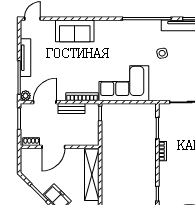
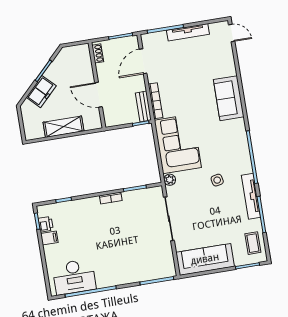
sofa: (75, 31) -> (229, 98), moved
plant: (26, 96) -> (170, 180), moved
door: (45, 102) -> (143, 61), swing flipped
bench: (71, 109) -> (143, 106), moved
door: (53, 147) -> (99, 95), moved
shelving: (92, 175) -> (63, 127), width x0.68

